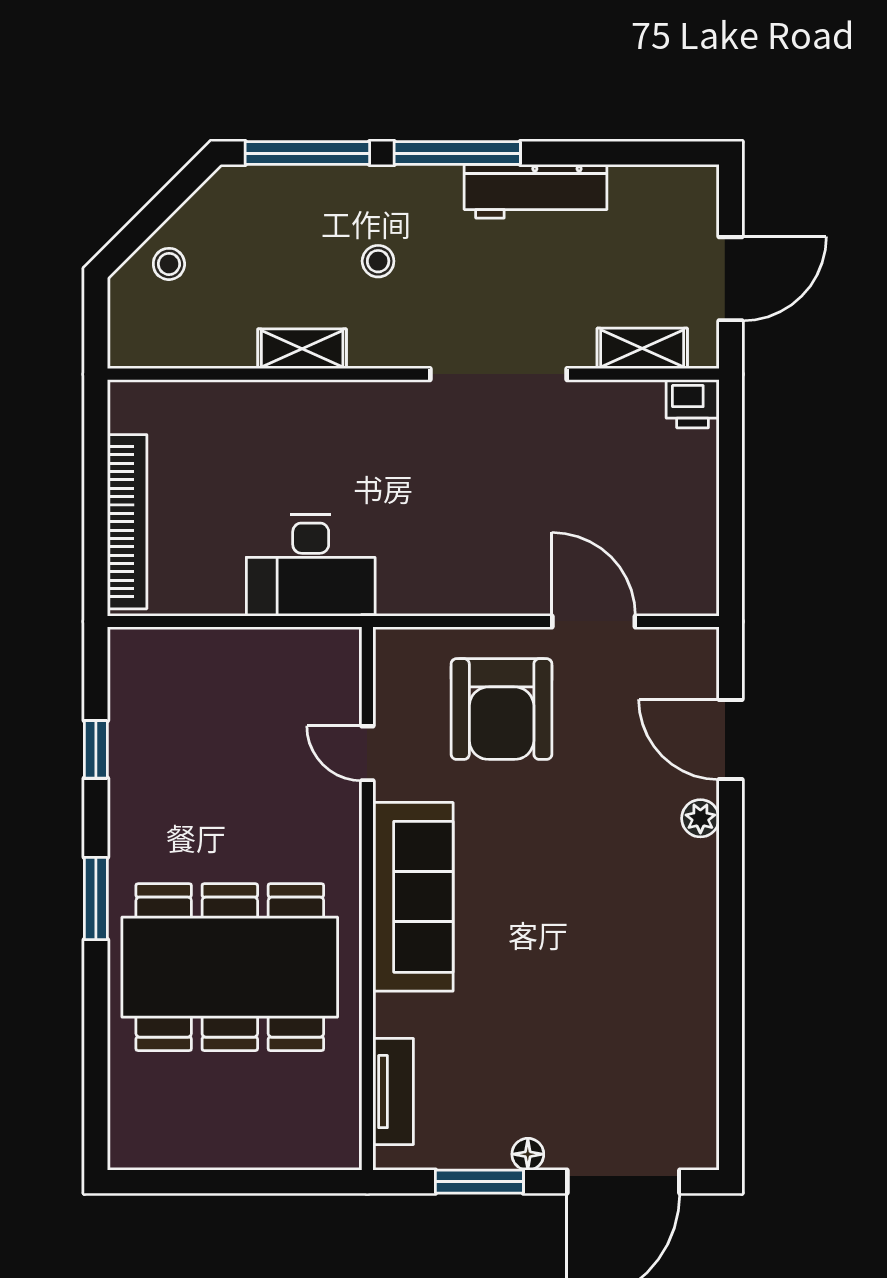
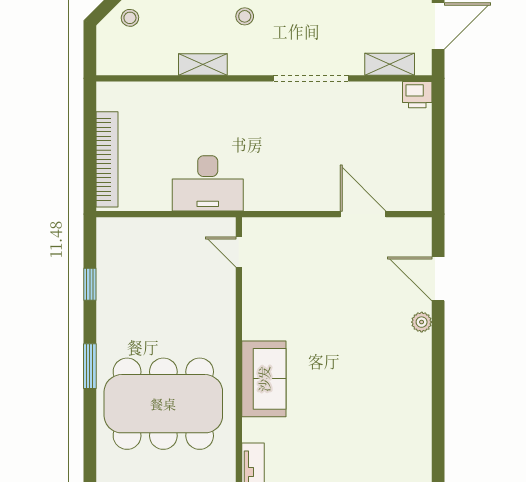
armchair: (502, 709) -> (312, 262), removed
door: (367, 753) -> (239, 252), moved
sofa: (413, 897) -> (264, 379), width x0.73

